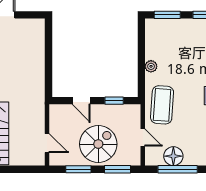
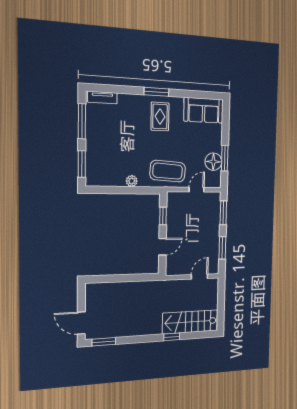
spiral stairs: (98, 144) -> (201, 230), removed
window: (178, 169) -> (225, 158), width x0.69

